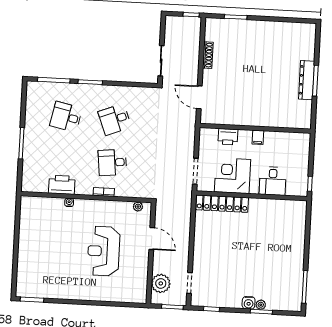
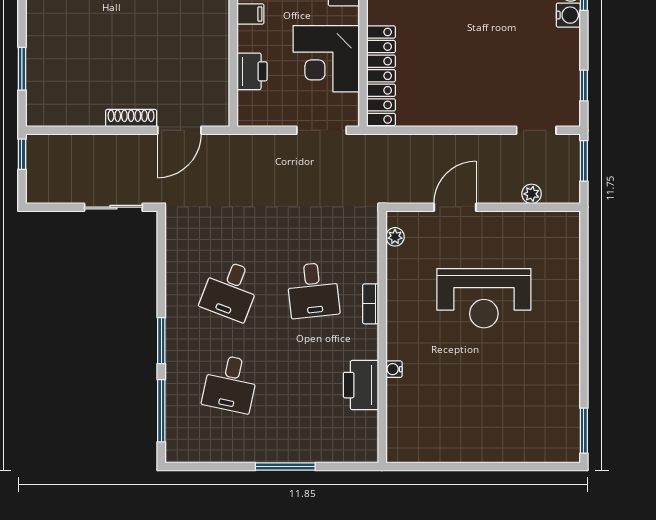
shoe rack: (208, 55) -> (131, 118), moved
desk: (115, 119) -> (230, 290), turned 42
plant: (161, 283) -> (532, 194), width x0.53, depth x0.53

